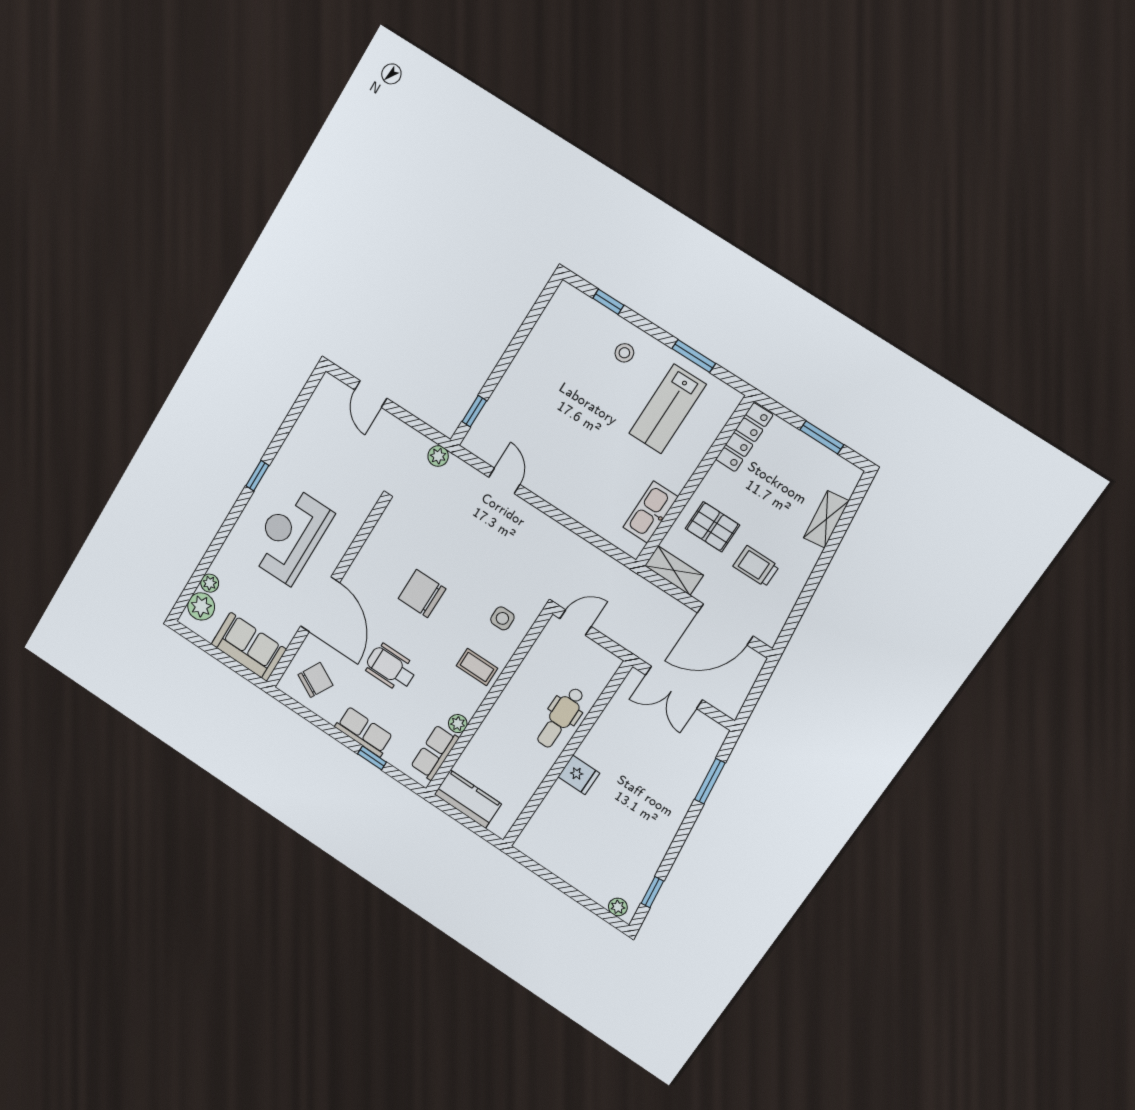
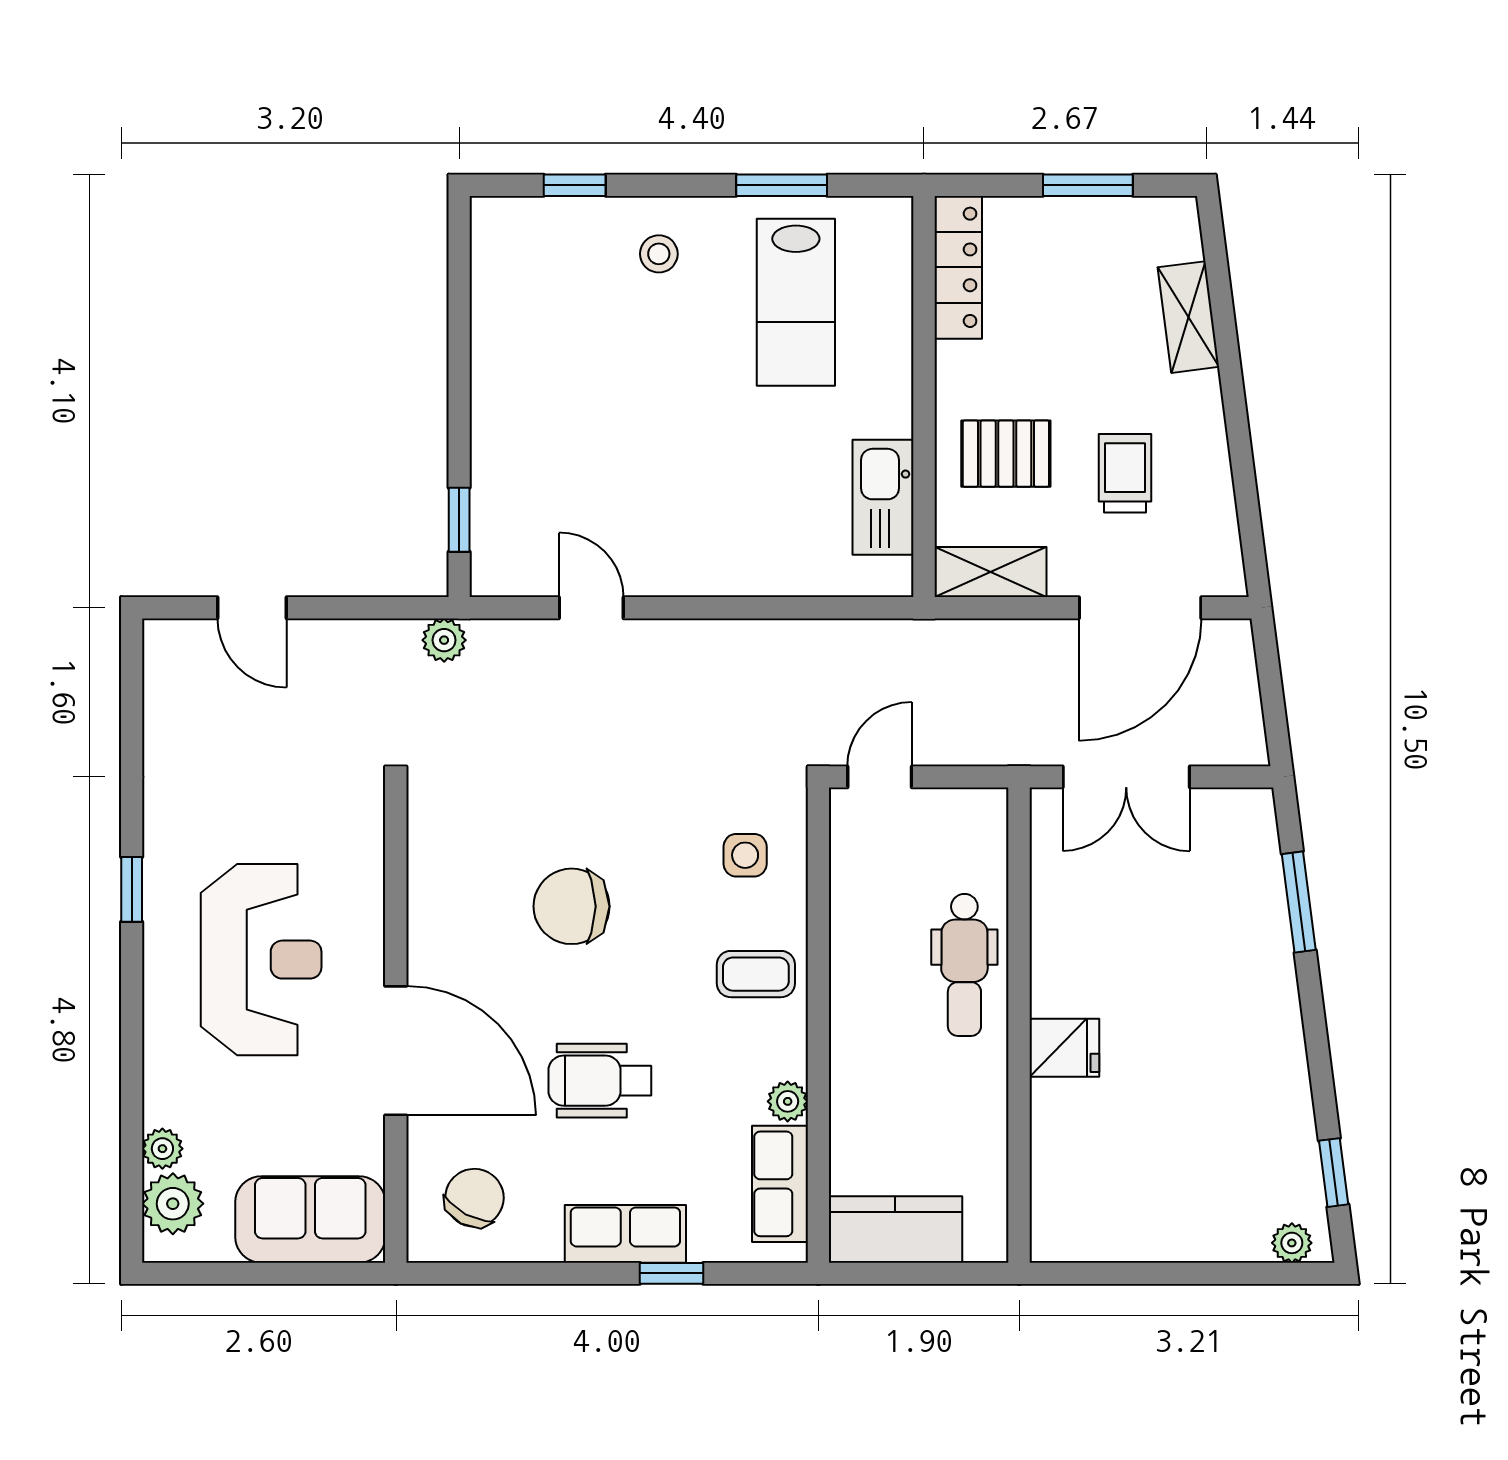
reception desk: (290, 536) -> (261, 960), turned 180
trolley: (756, 566) -> (1125, 473), turned 90

